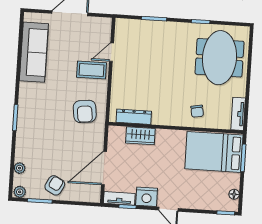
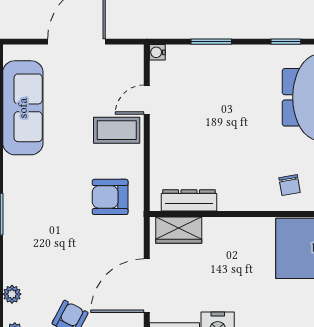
water cooler: (120, 23) -> (157, 52), added
armchair: (85, 111) -> (110, 197), turned 97
wardrobe: (140, 136) -> (179, 230), moved

